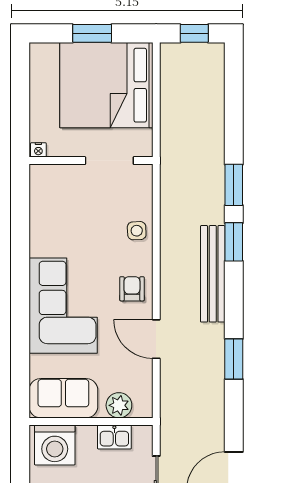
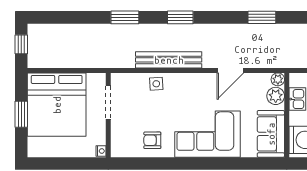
window: (234, 242) -> (180, 17), moved
bench: (213, 274) -> (169, 60), moved
armchair: (132, 289) -> (152, 140), moved
window: (234, 359) -> (262, 17), moved
plant: (143, 408) -> (278, 79), added

